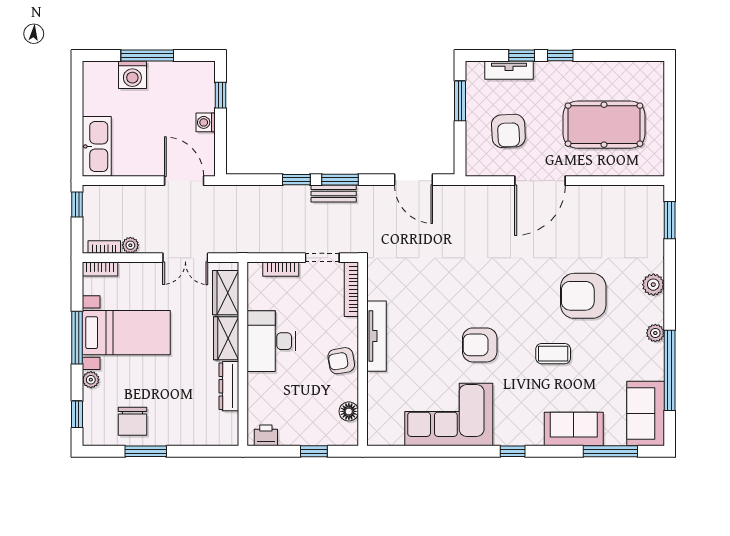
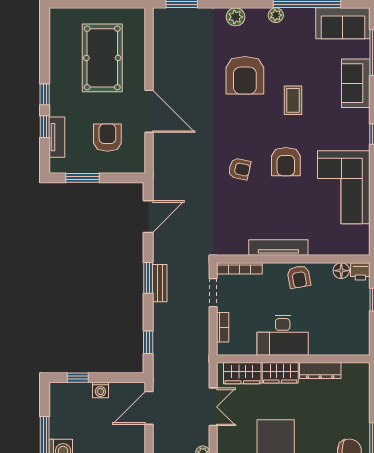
armchair: (508, 131) -> (107, 138), turned -87
window: (296, 180) -> (148, 342), moved
armchair: (471, 289) -> (240, 169), added
printer: (266, 435) -> (360, 271), moved, turned -90

